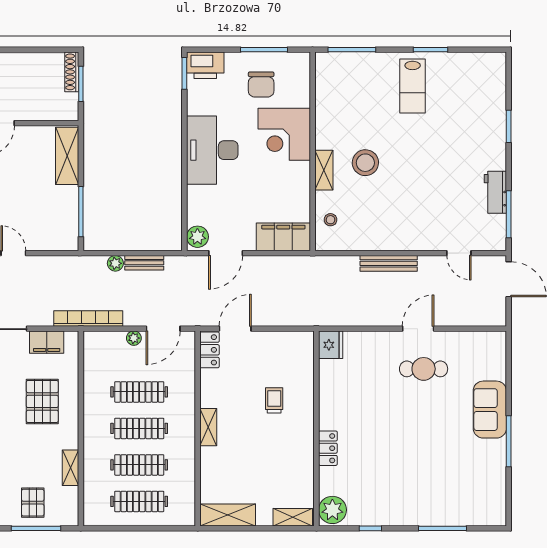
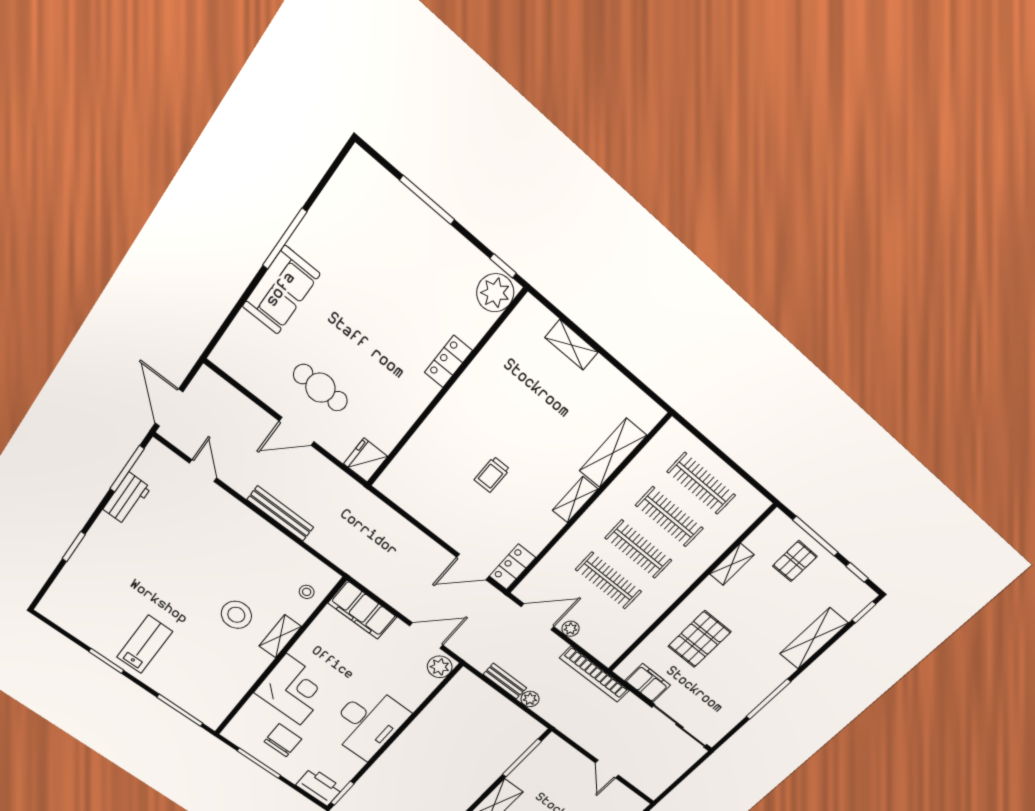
fridge: (331, 345) -> (366, 460), moved
wall: (316, 428) -> (444, 391), moved
locker: (328, 448) -> (448, 361), moved
plant: (332, 510) -> (495, 293), moved
shelving: (228, 515) -> (613, 453), moved, turned 90

